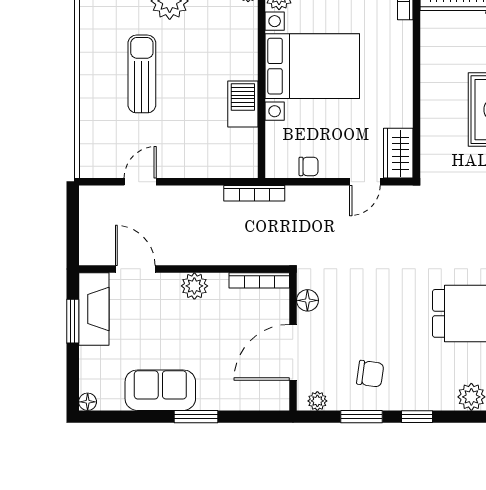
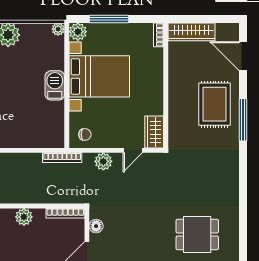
barbecue: (243, 104) -> (55, 85), moved
chair: (309, 166) -> (85, 134), moved
plant: (319, 199) -> (103, 161), added

